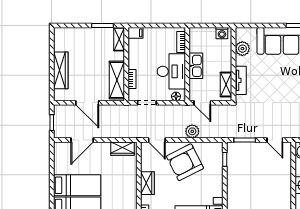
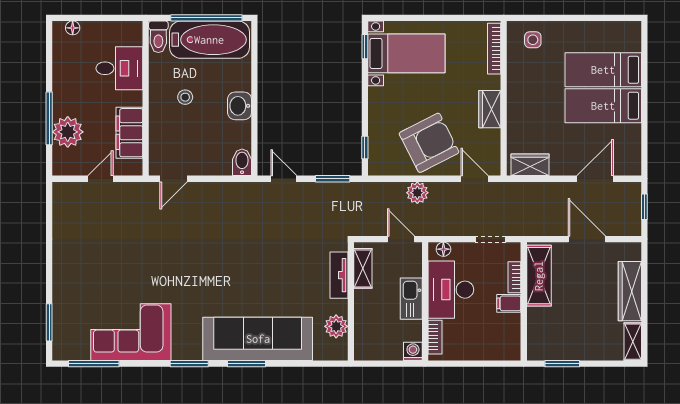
filing cabinet: (136, 33) -> (509, 303), moved
washing machine: (222, 33) -> (413, 351), moved
shelving: (119, 39) -> (633, 342), moved

